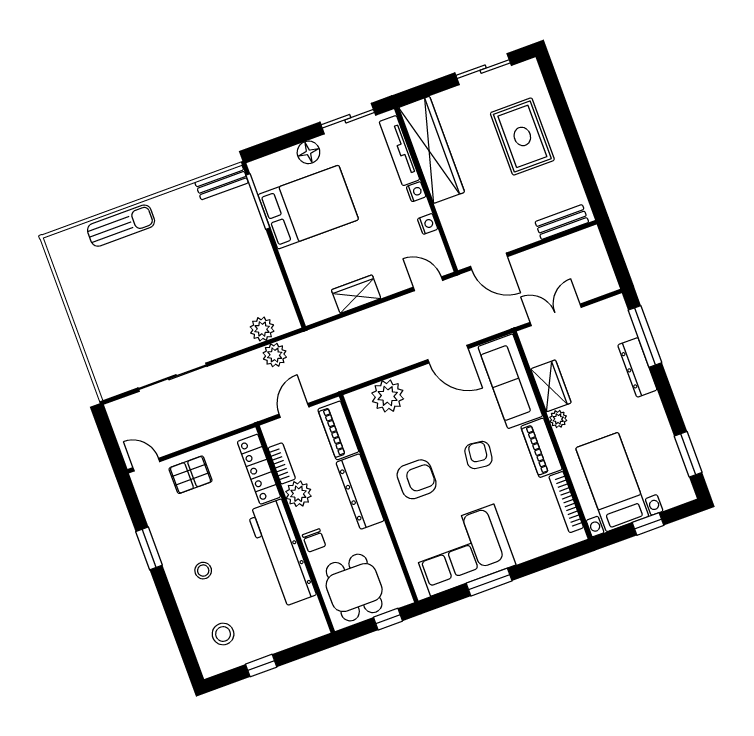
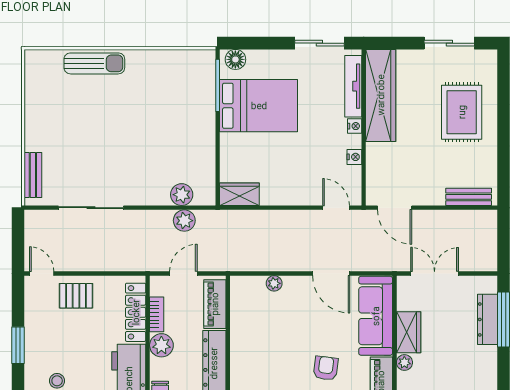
floor lamp: (308, 152) -> (235, 59), moved
bench: (222, 182) -> (33, 175), moved, turned 90
wardrobe: (356, 294) -> (239, 194), moved
dresser: (637, 367) -> (487, 319), moved
plant: (388, 396) -> (274, 283), width x0.53, depth x0.53
armchair: (417, 479) -> (266, 370), removed

